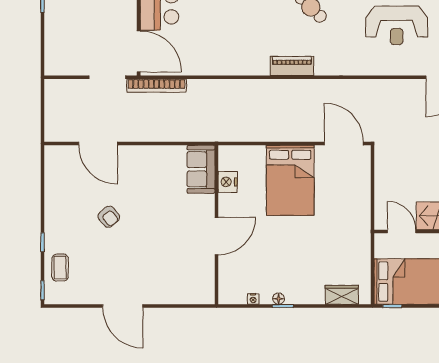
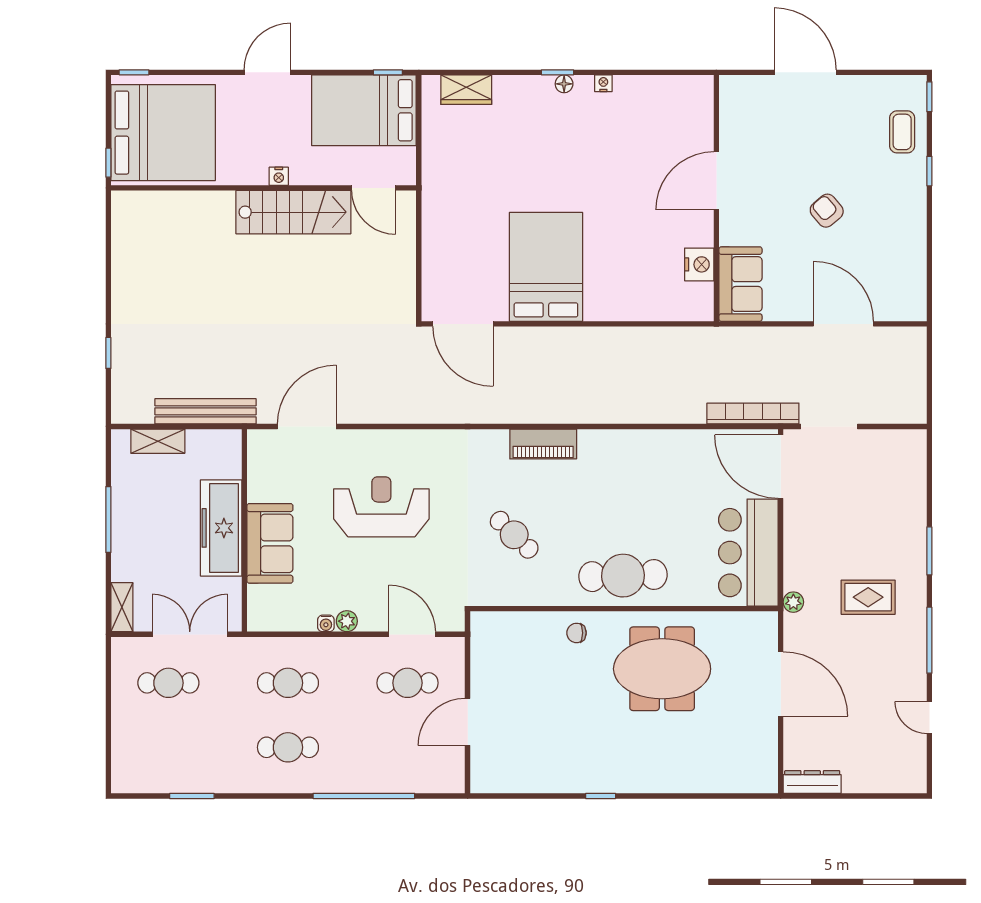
sofa: (201, 169) -> (740, 284), moved
nightstand: (228, 182) -> (699, 264), moved
wall: (217, 225) -> (716, 198), moved
door: (217, 236) -> (716, 181), moved

